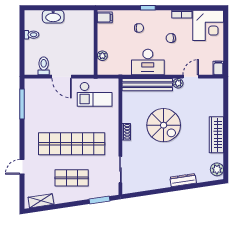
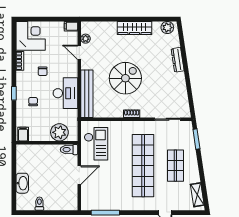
plant: (102, 56) -> (59, 132), width x1.88, depth x1.88
toilet: (44, 66) -> (69, 150), moved
plant: (178, 83) -> (86, 39), moved

